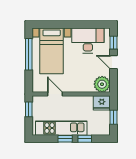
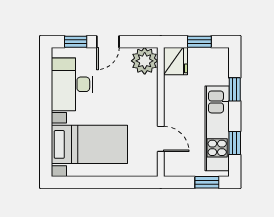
window: (29, 54) -> (95, 182), removed
door: (55, 94) -> (161, 139), swing flipped
window: (29, 109) -> (207, 182), moved
window: (65, 139) -> (235, 143), moved

